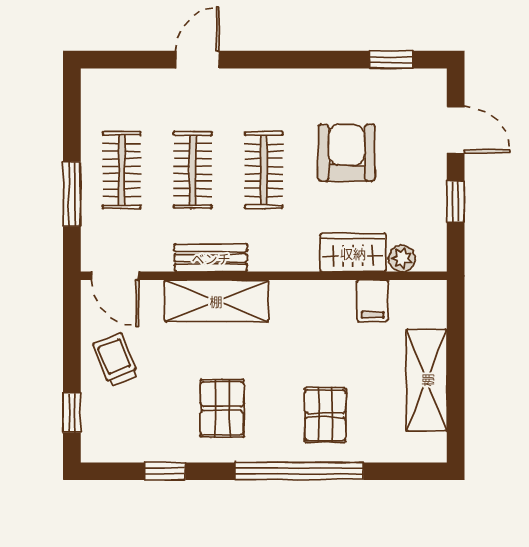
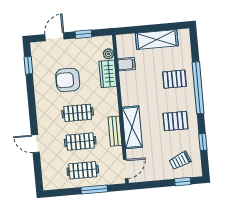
trolley: (116, 360) -> (180, 160), moved

